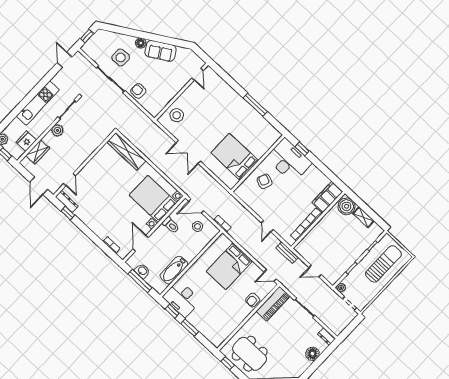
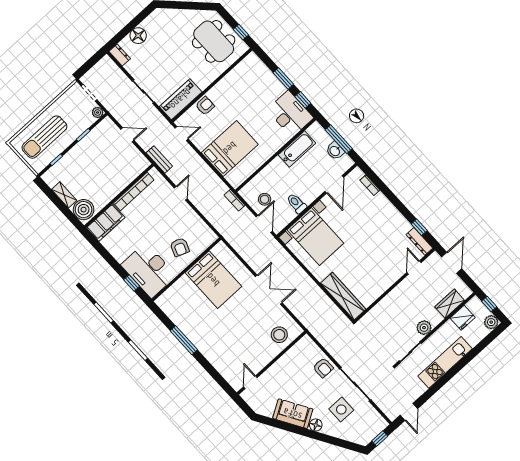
door: (196, 206) -> (264, 224), hinge flipped

